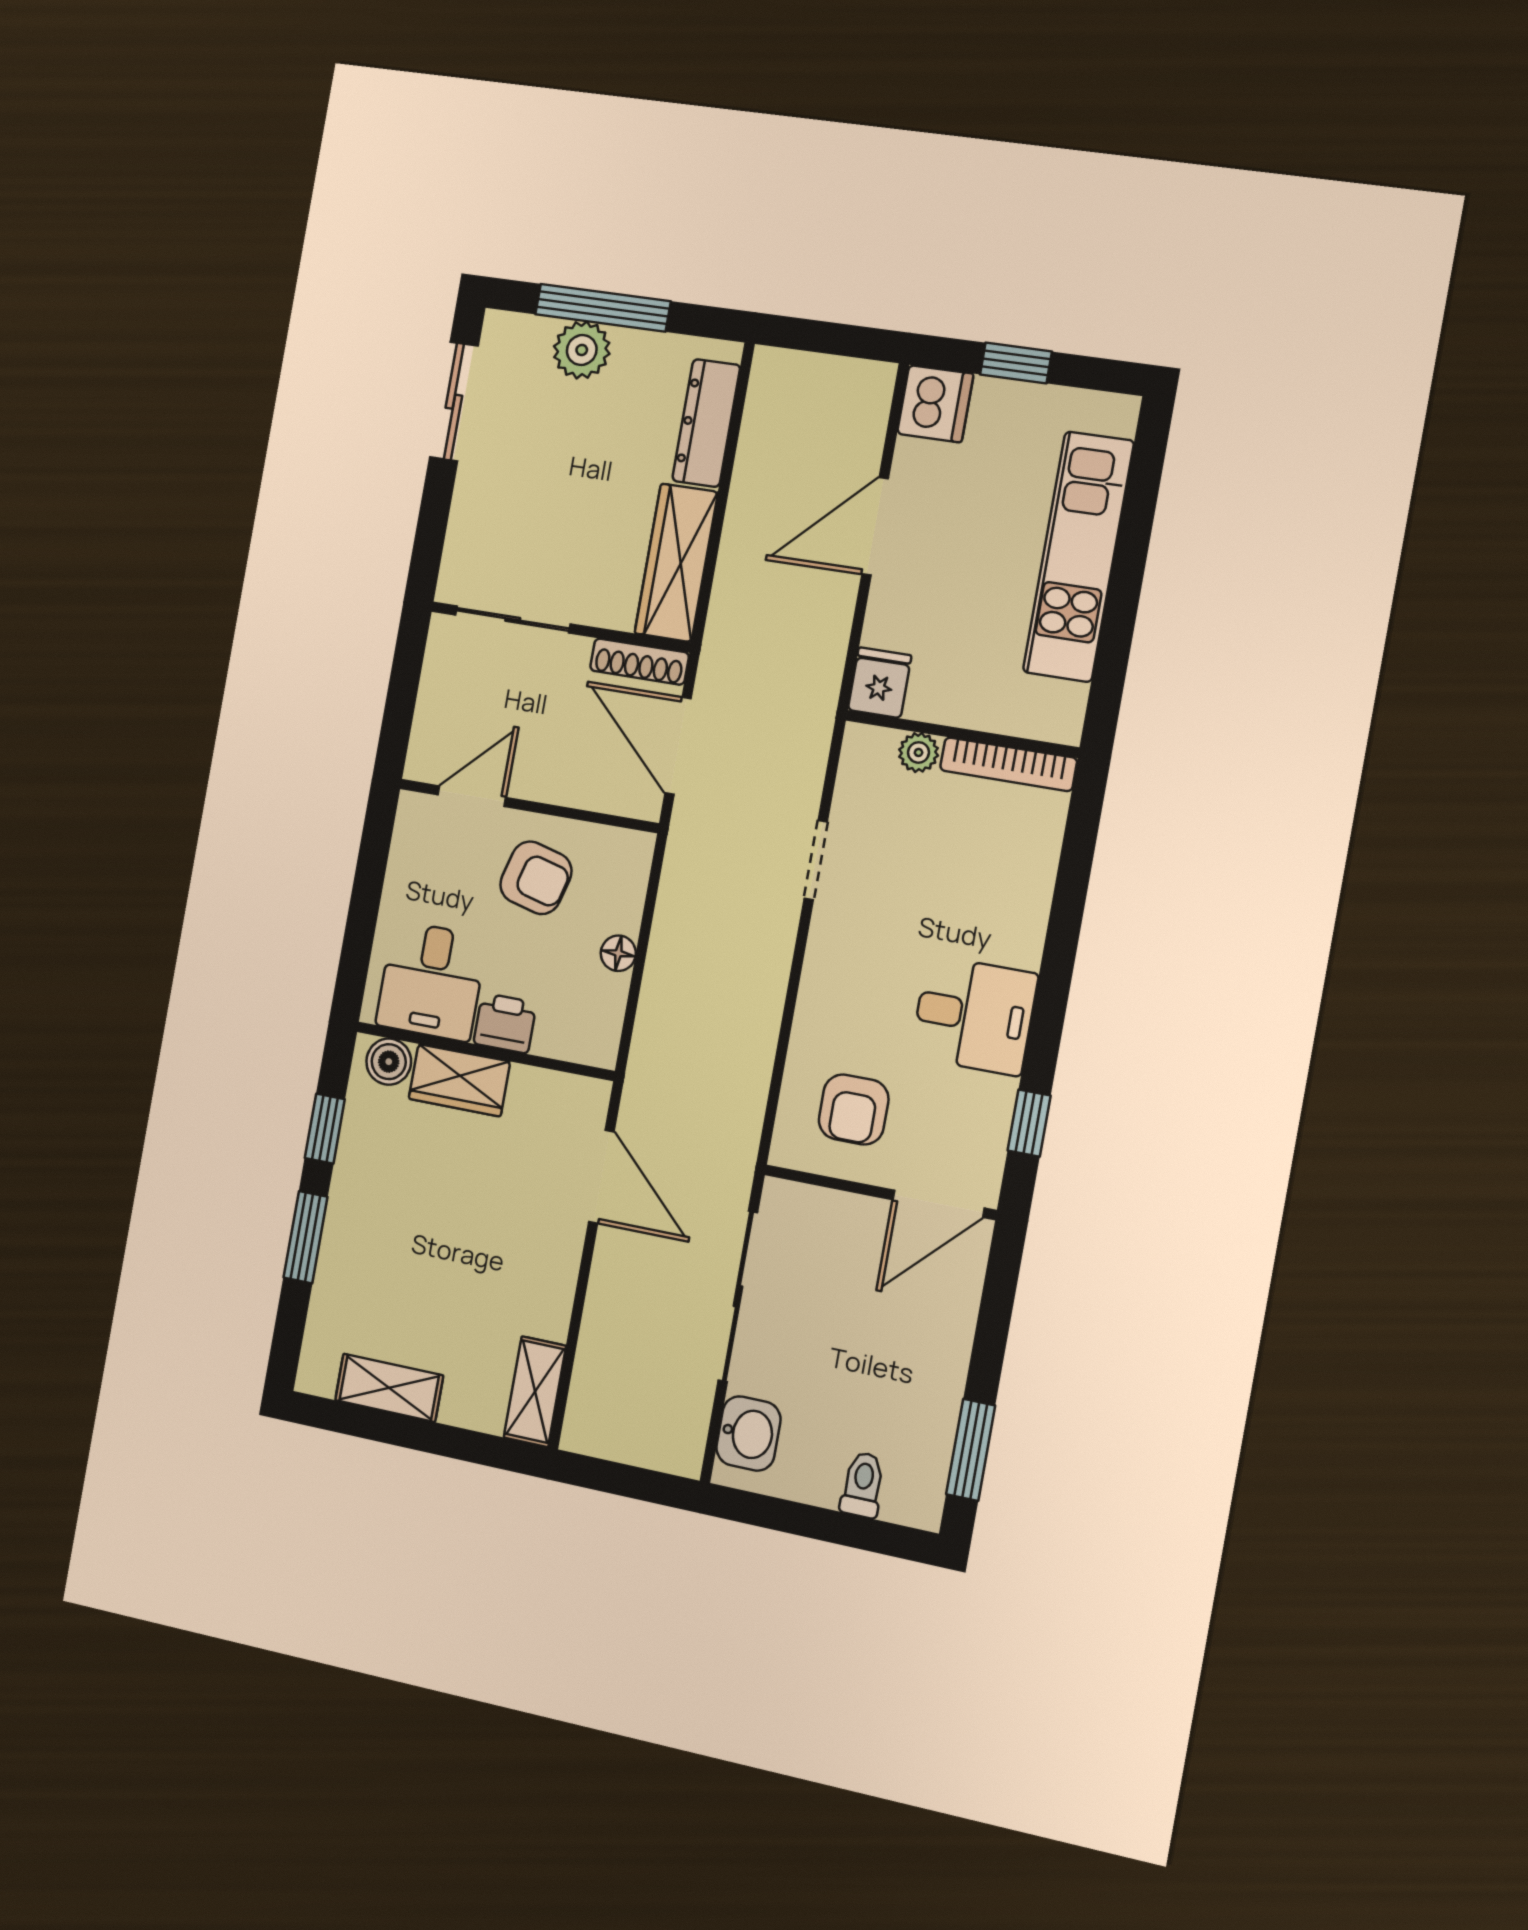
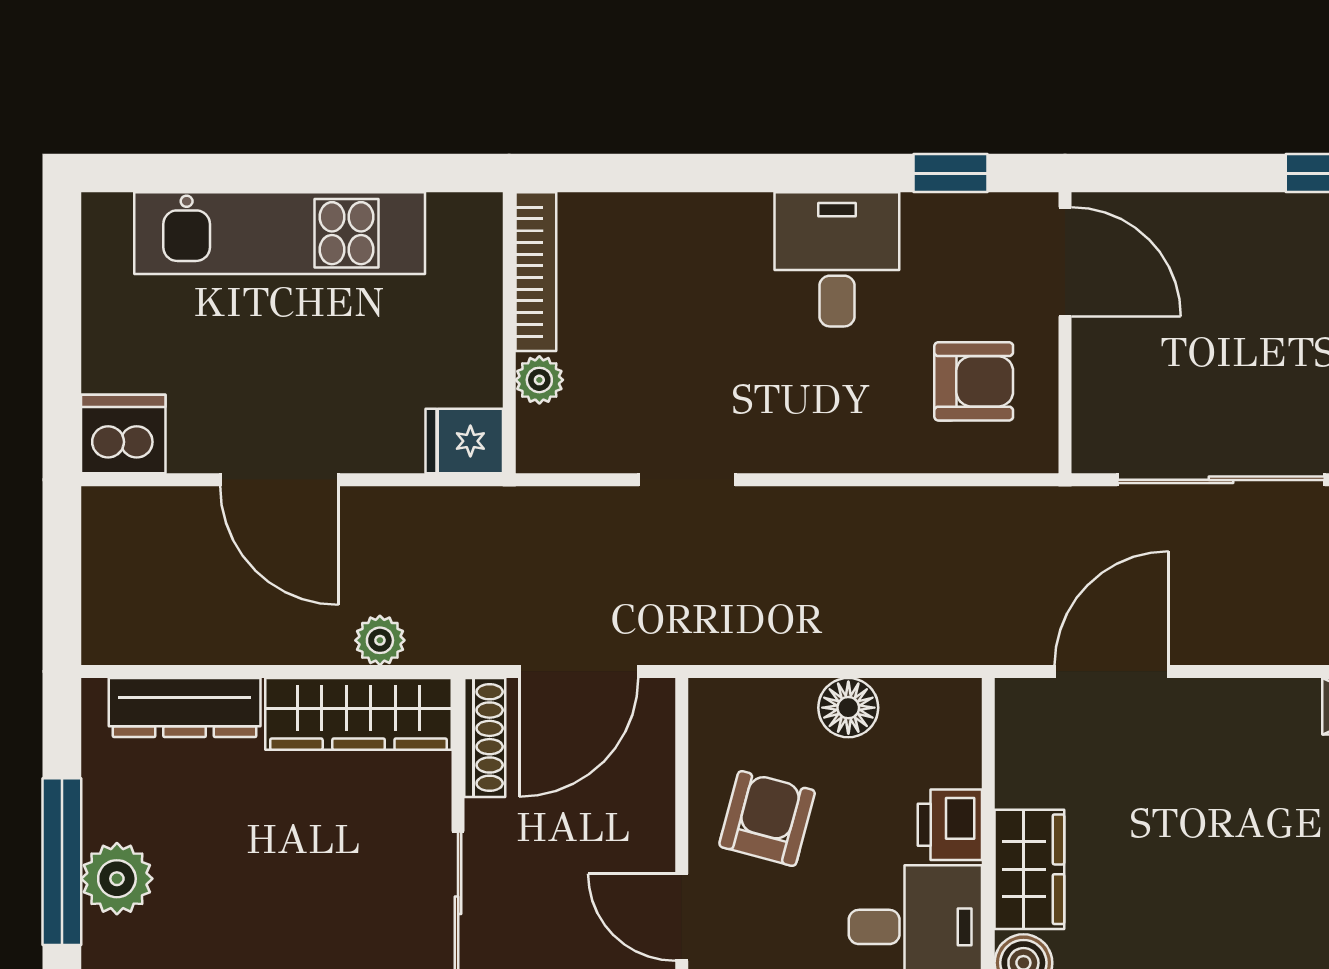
window: (1016, 363) -> (62, 347), removed
plant: (731, 589) -> (380, 640), added
floor lamp: (618, 953) -> (848, 708), width x1.37, depth x1.37

